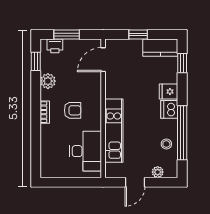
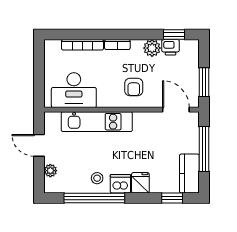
window: (67, 34) -> (204, 82), moved
window: (138, 34) -> (204, 149), width x2.17
printer: (55, 46) -> (171, 47), moved, turned -90
armchair: (73, 110) -> (134, 87), moved
bookcase: (45, 143) -> (82, 45), added
stool: (166, 144) -> (97, 178), moved

